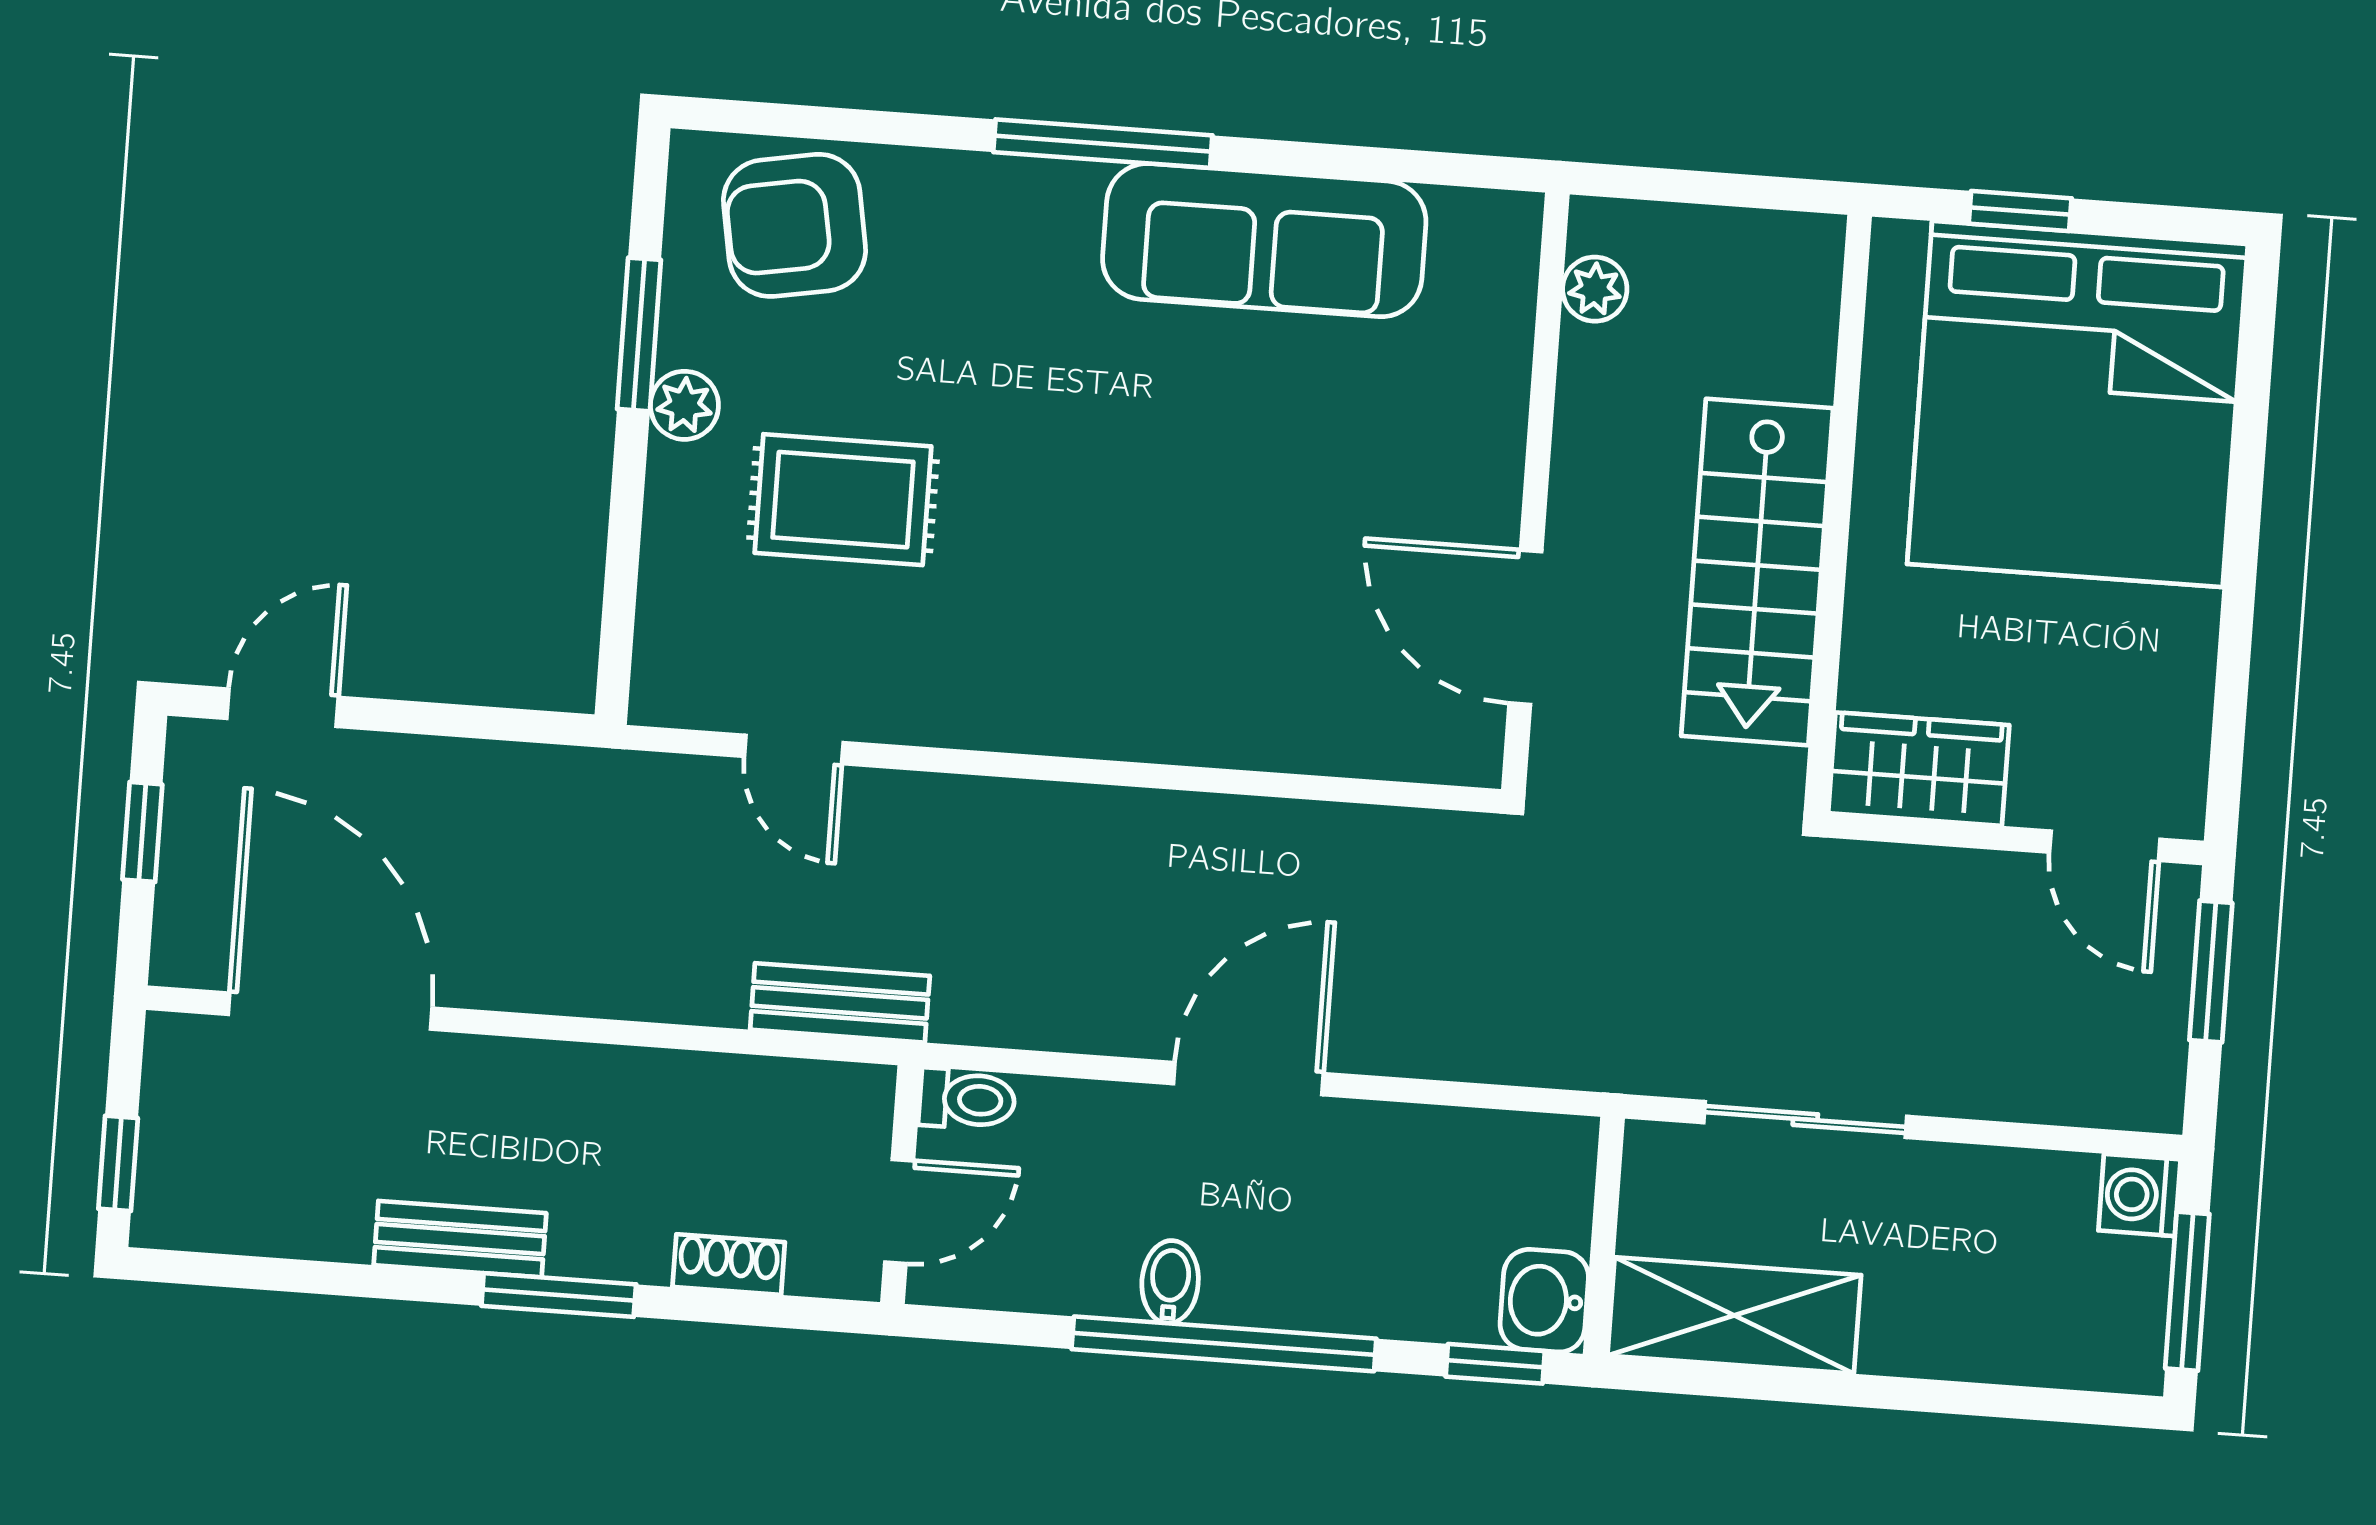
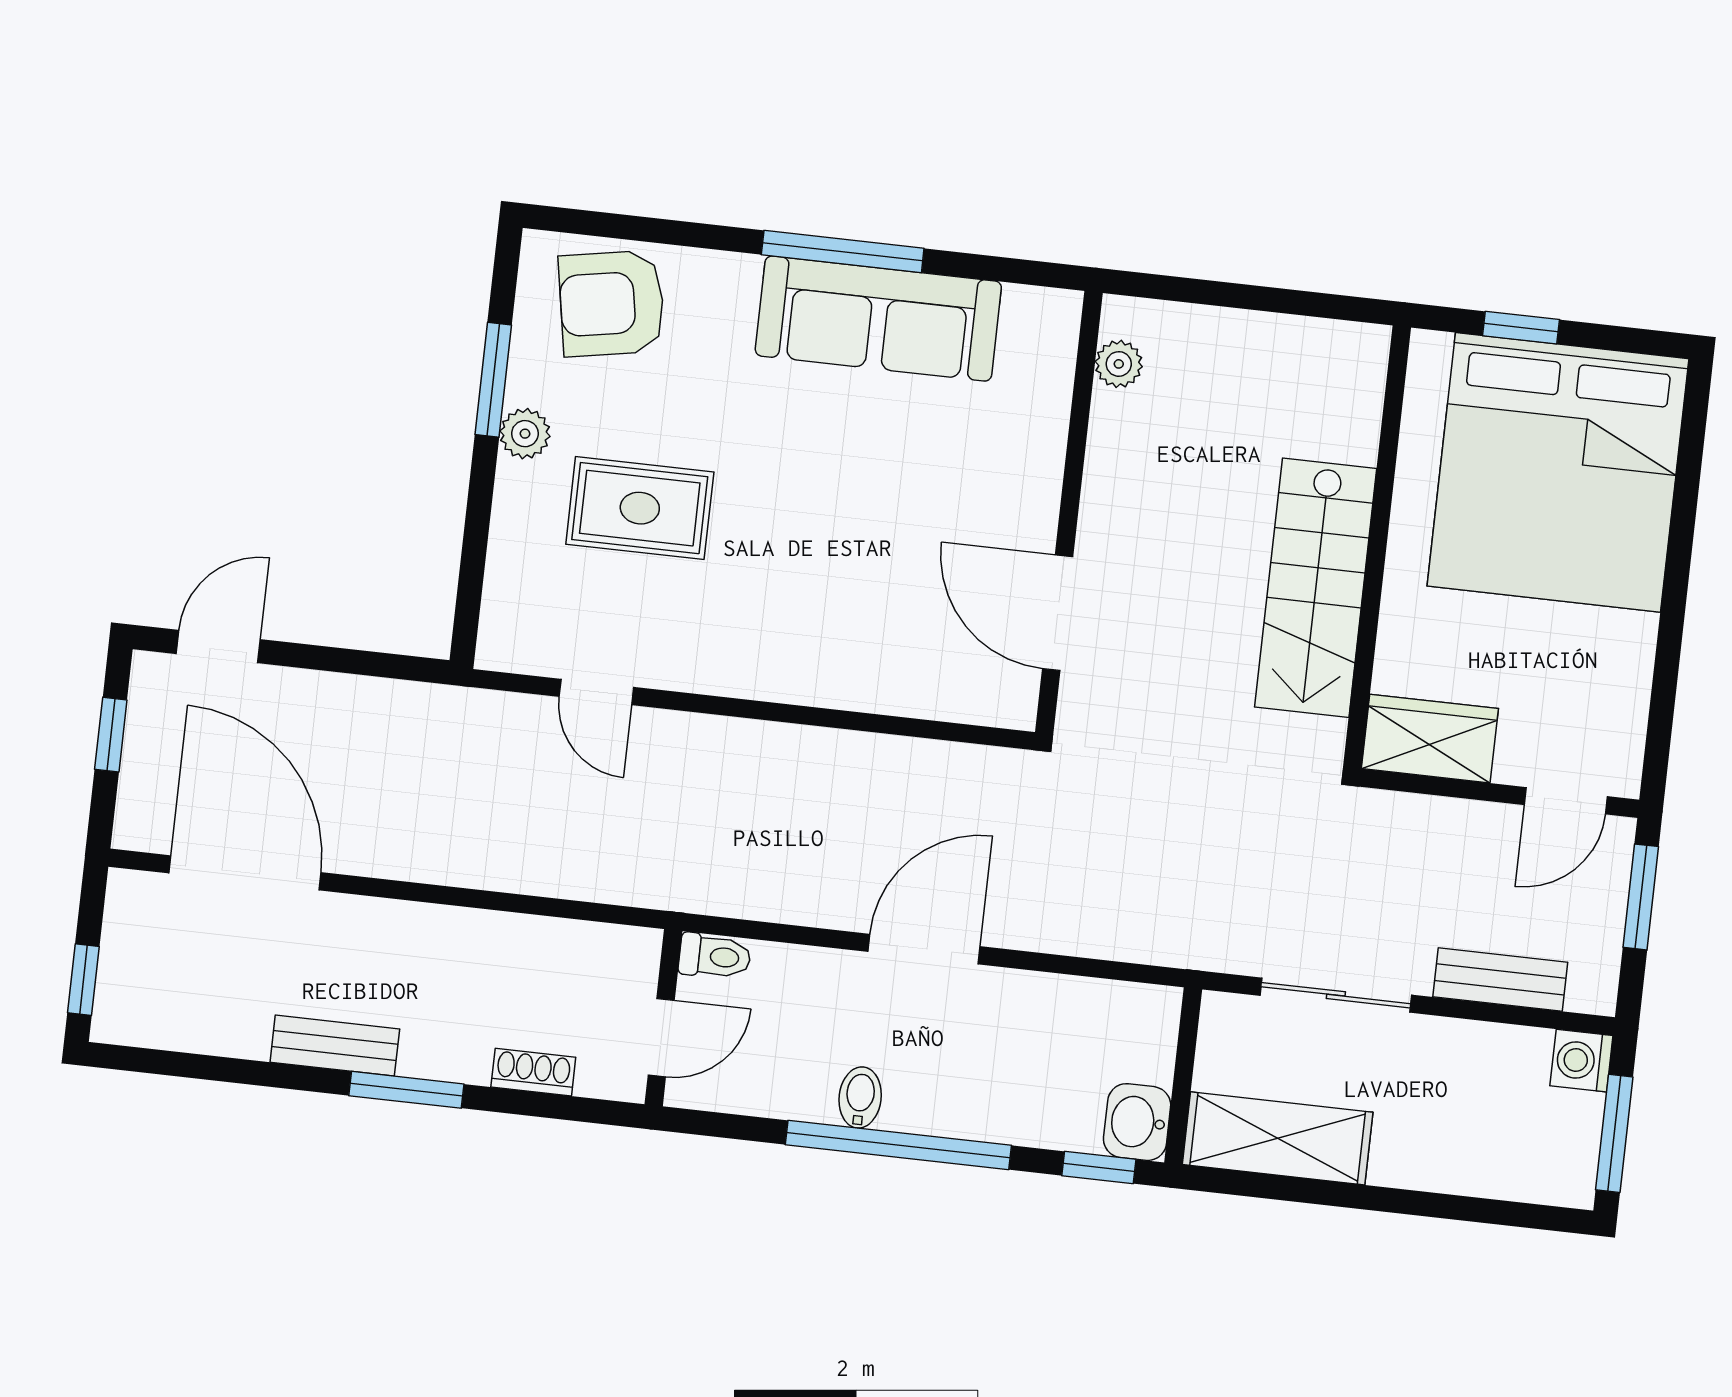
sofa: (1264, 240) -> (878, 319), moved
plant: (1595, 289) -> (1119, 364), moved
wall: (1535, 492) -> (1069, 512), moved
door: (1525, 627) -> (1058, 613), moved
door: (2105, 846) -> (1566, 801), hinge flipped
bench: (840, 1003) -> (1500, 979), moved

